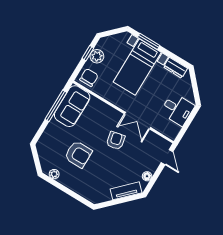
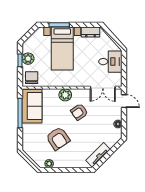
plant: (112, 115) -> (65, 95), added
double door: (137, 121) -> (103, 88), moved
armchair: (116, 141) -> (79, 112), turned -112
armchair: (78, 154) -> (58, 138), turned 56
tv unit: (126, 191) -> (98, 155), moved

